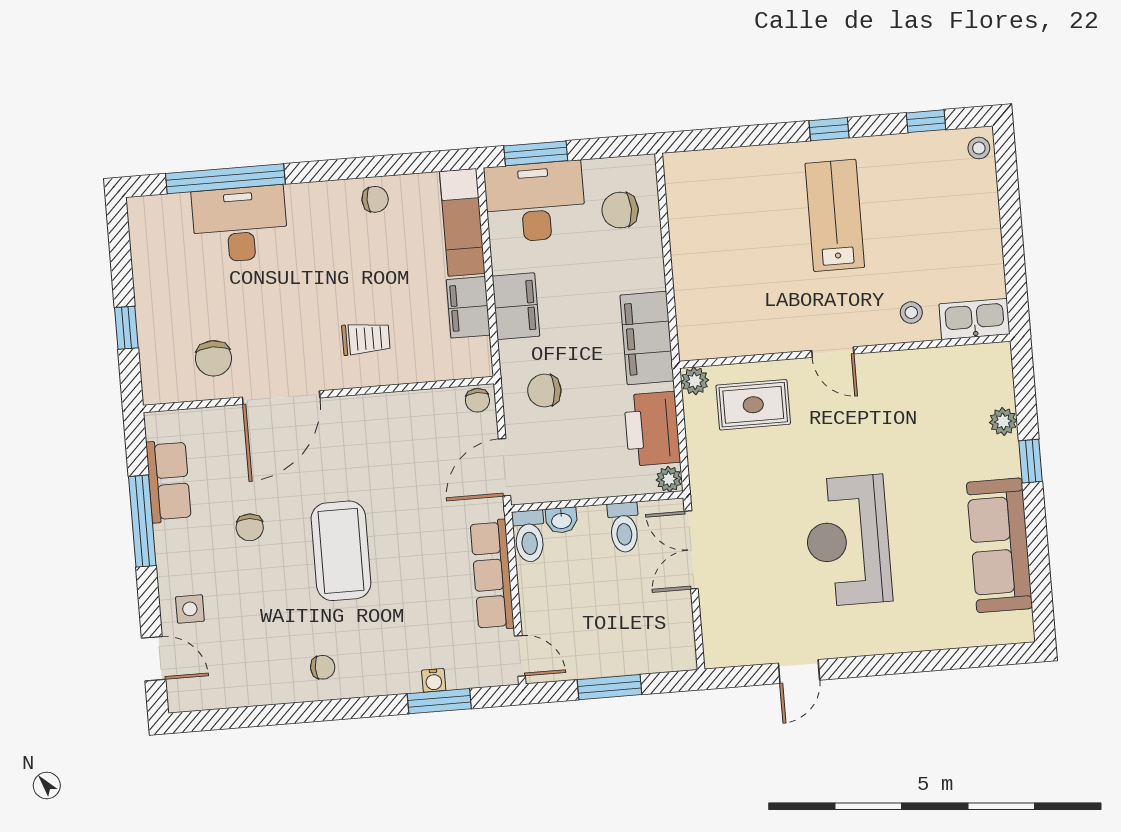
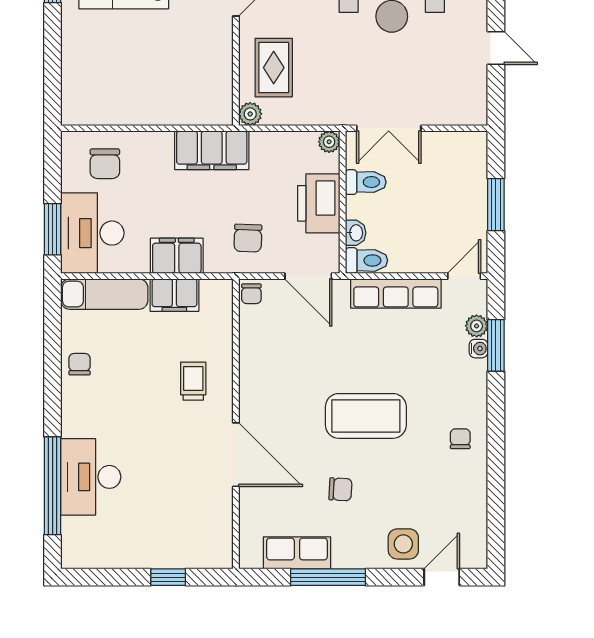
chair: (213, 358) -> (199, 508), removed
chair: (477, 400) -> (251, 294), turned 90
printer: (652, 429) -> (319, 203), moved, turned 90
side table: (190, 609) -> (403, 544), width x1.37, depth x1.37
plant: (461, 676) -> (477, 326), added

